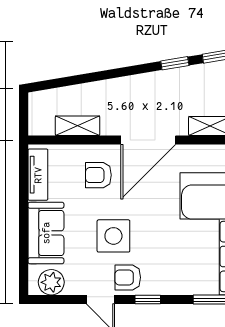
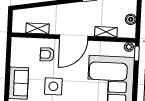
tv unit: (38, 175) -> (16, 53), removed

